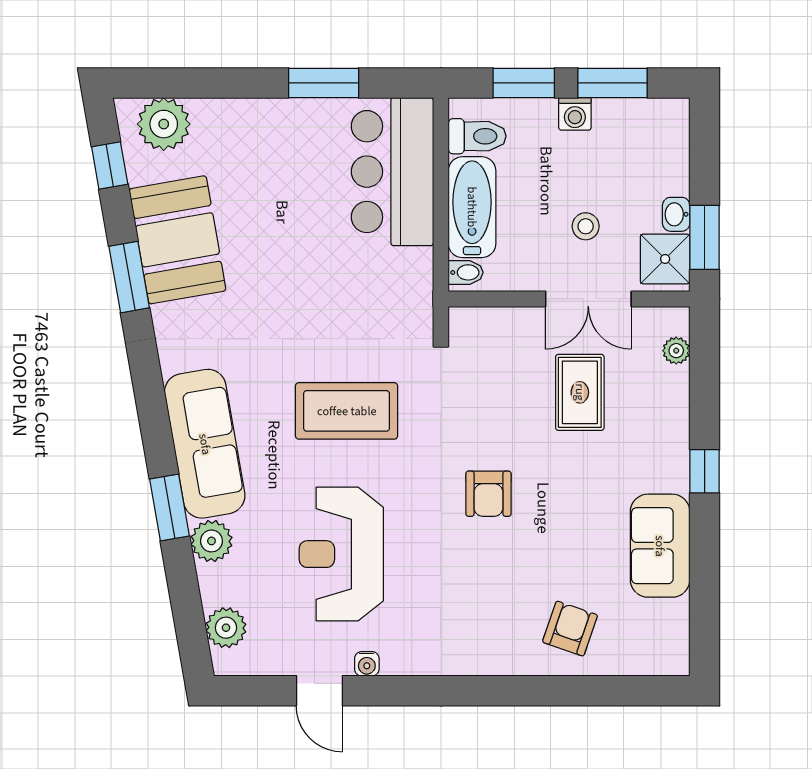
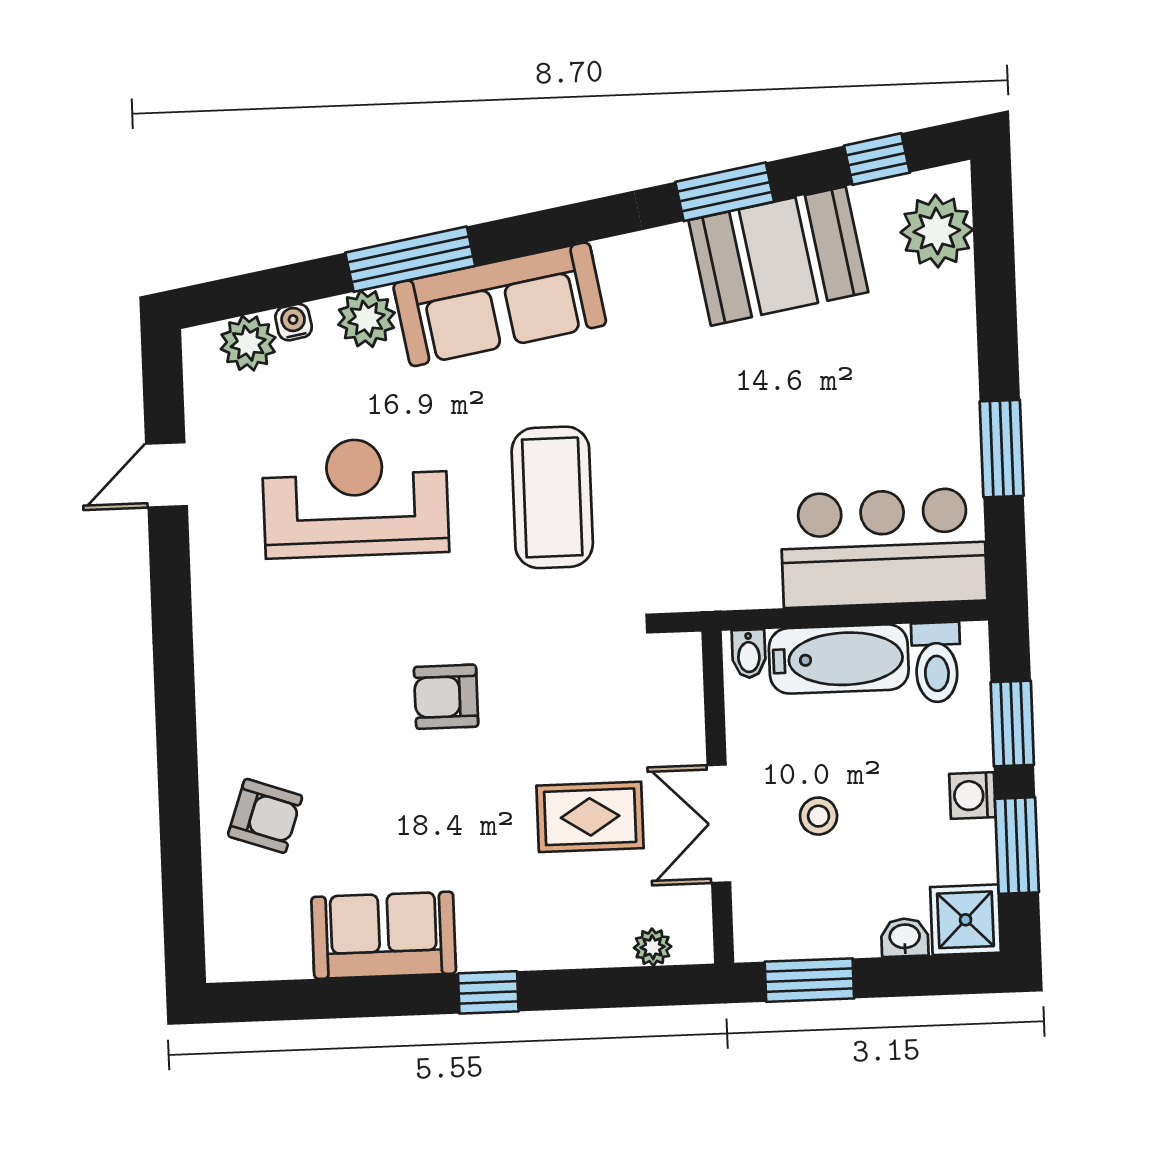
washbasin: (676, 214) -> (905, 937), moved
shower: (665, 259) -> (966, 920), moved
window: (169, 507) -> (410, 259), width x1.44
water cooler: (367, 664) -> (294, 322), moved, turned 80

